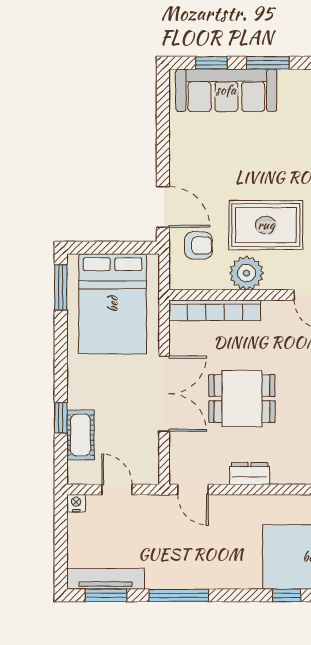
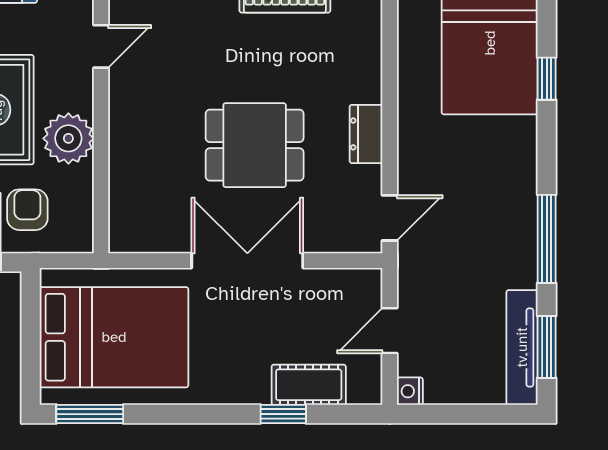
bookcase: (215, 310) -> (124, 185), removed
dining table: (242, 399) -> (255, 145), turned 90

